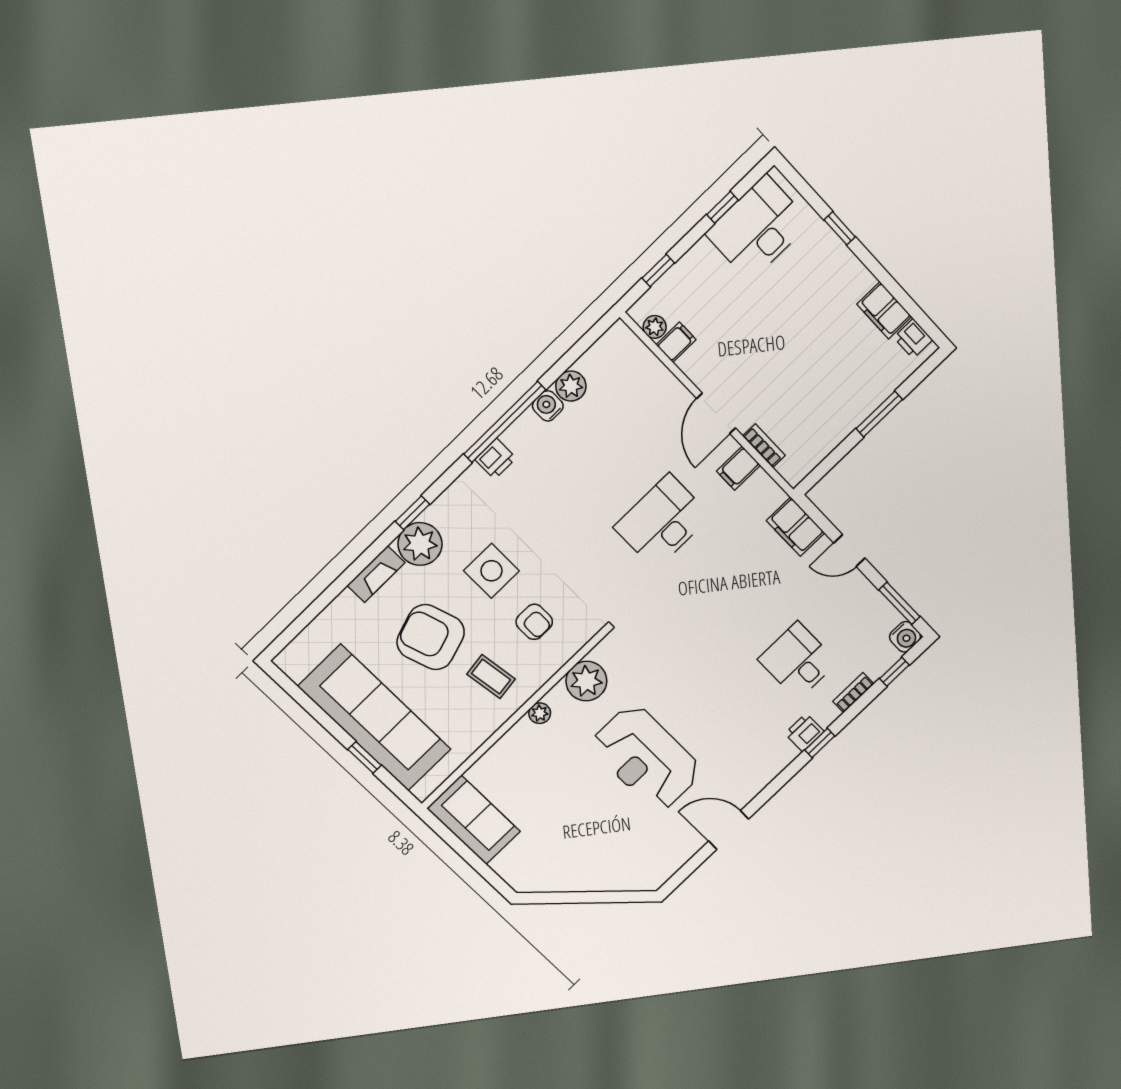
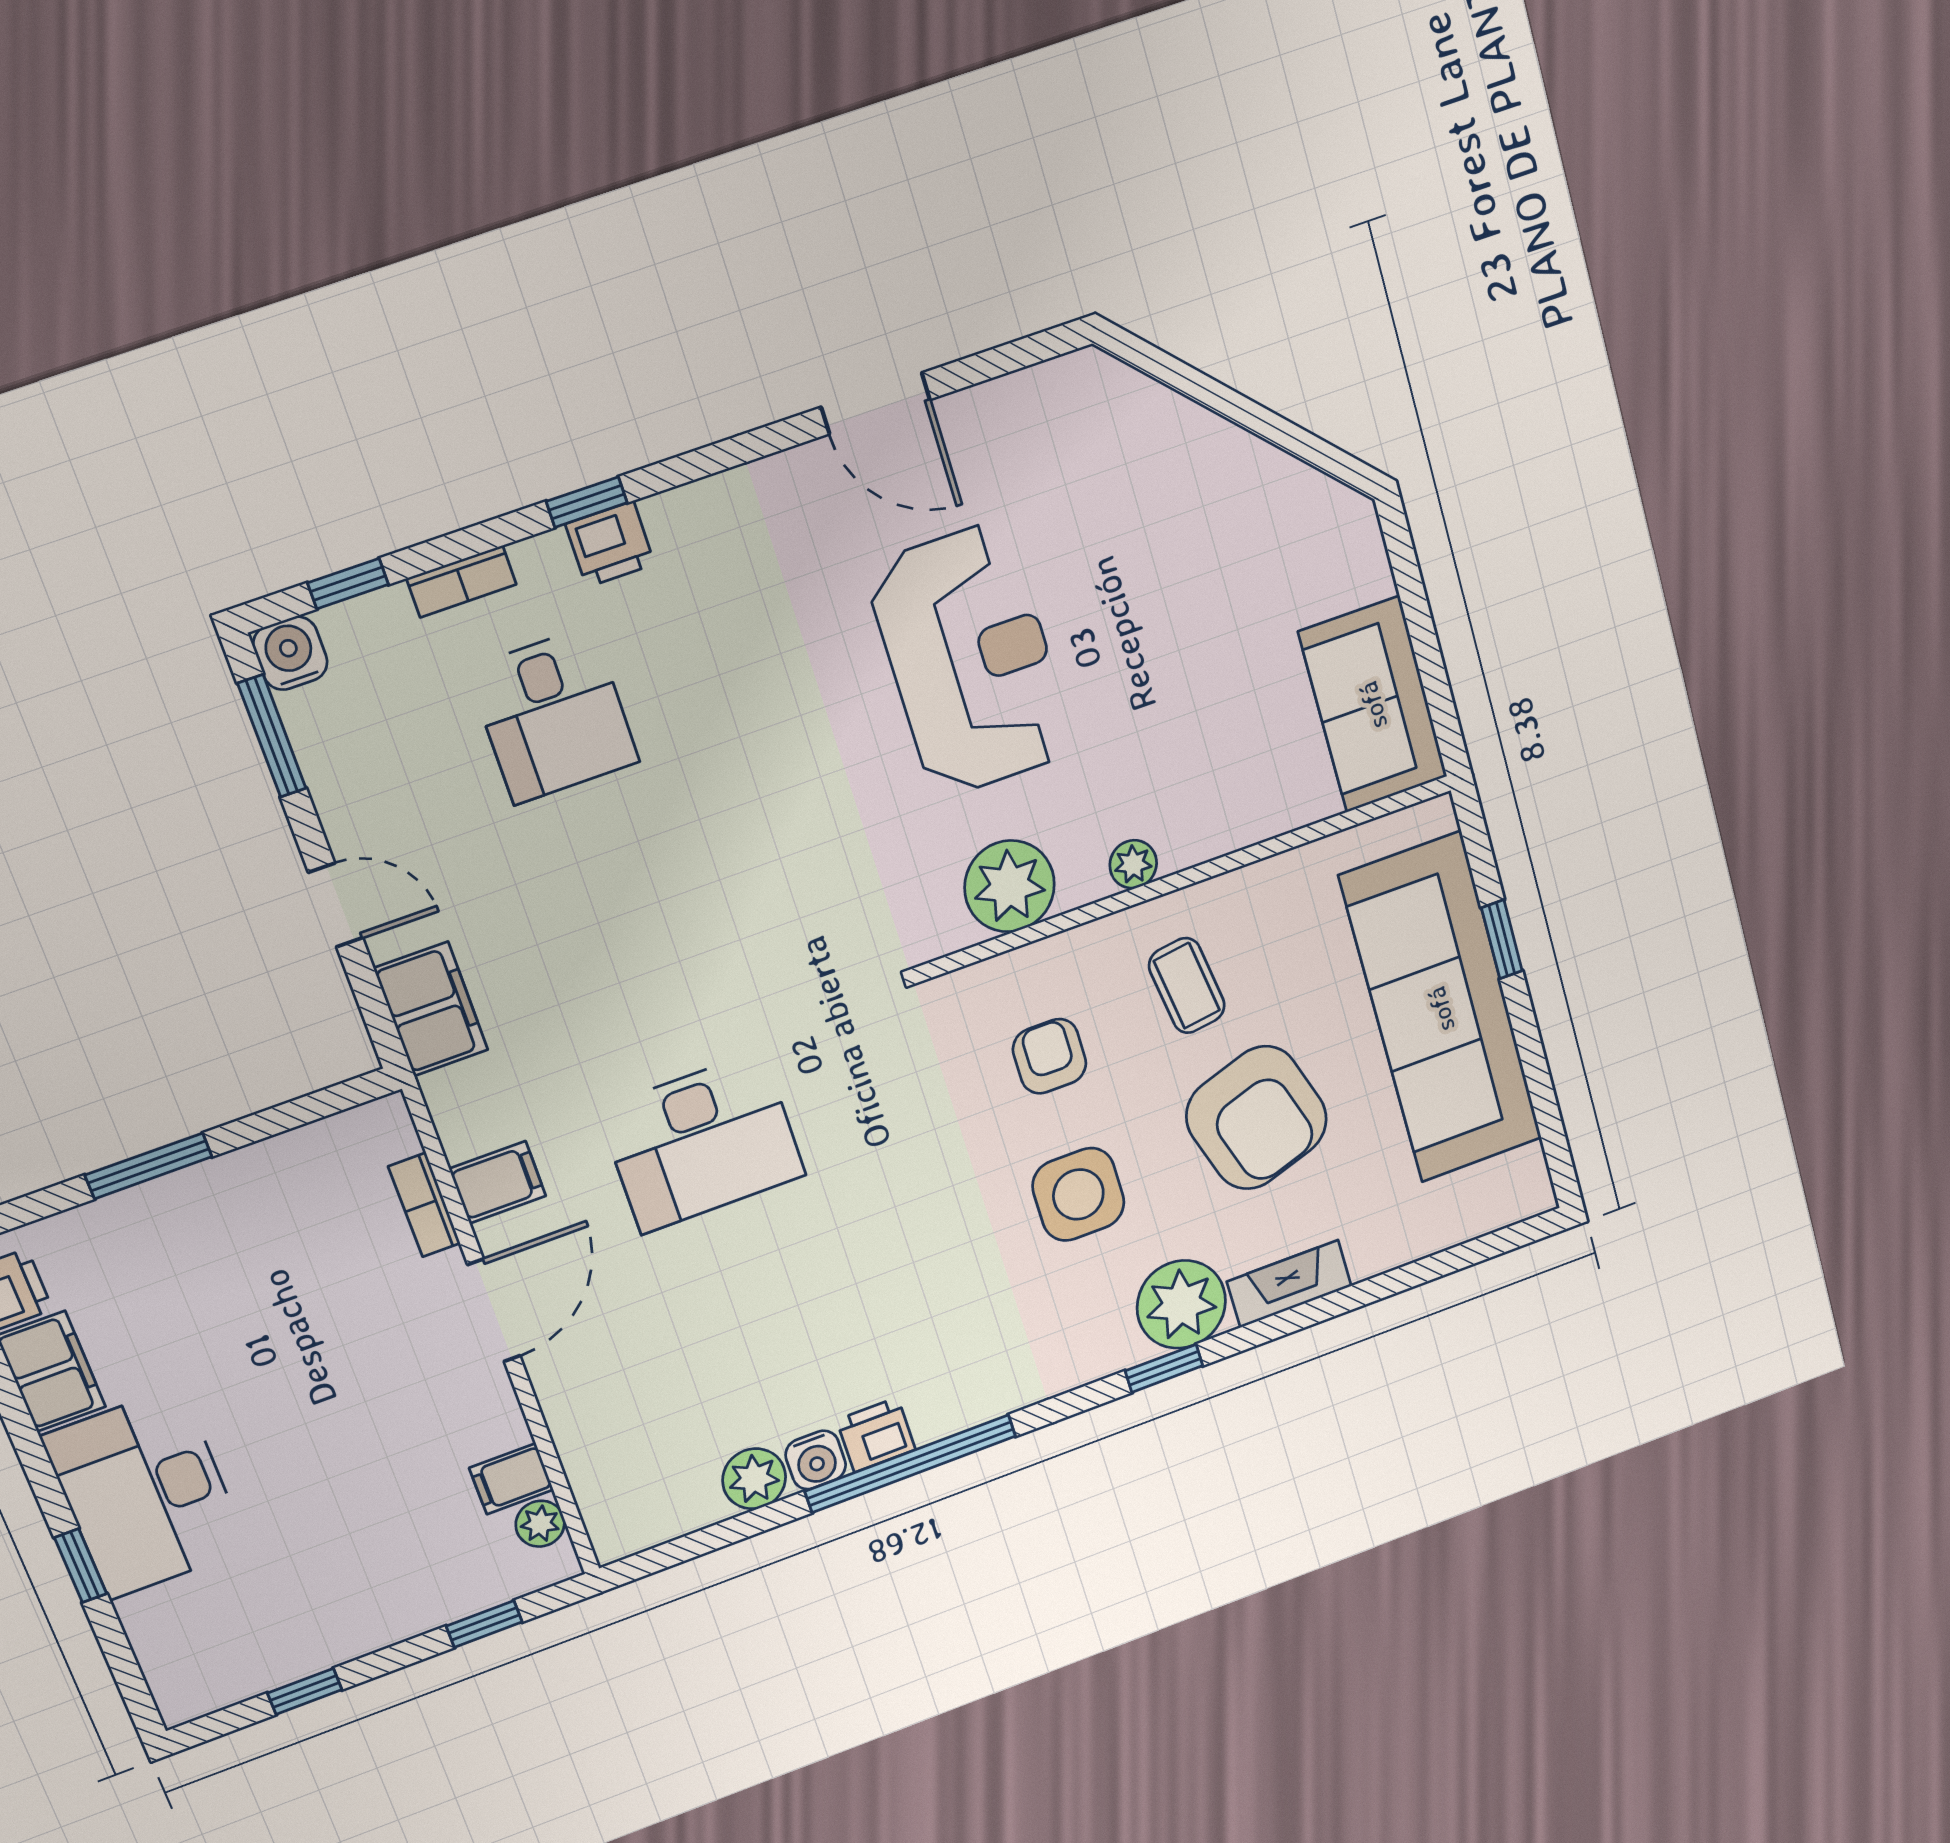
desk: (758, 228) -> (145, 1493), moved, turned 90
printer: (496, 459) -> (876, 1435), moved

